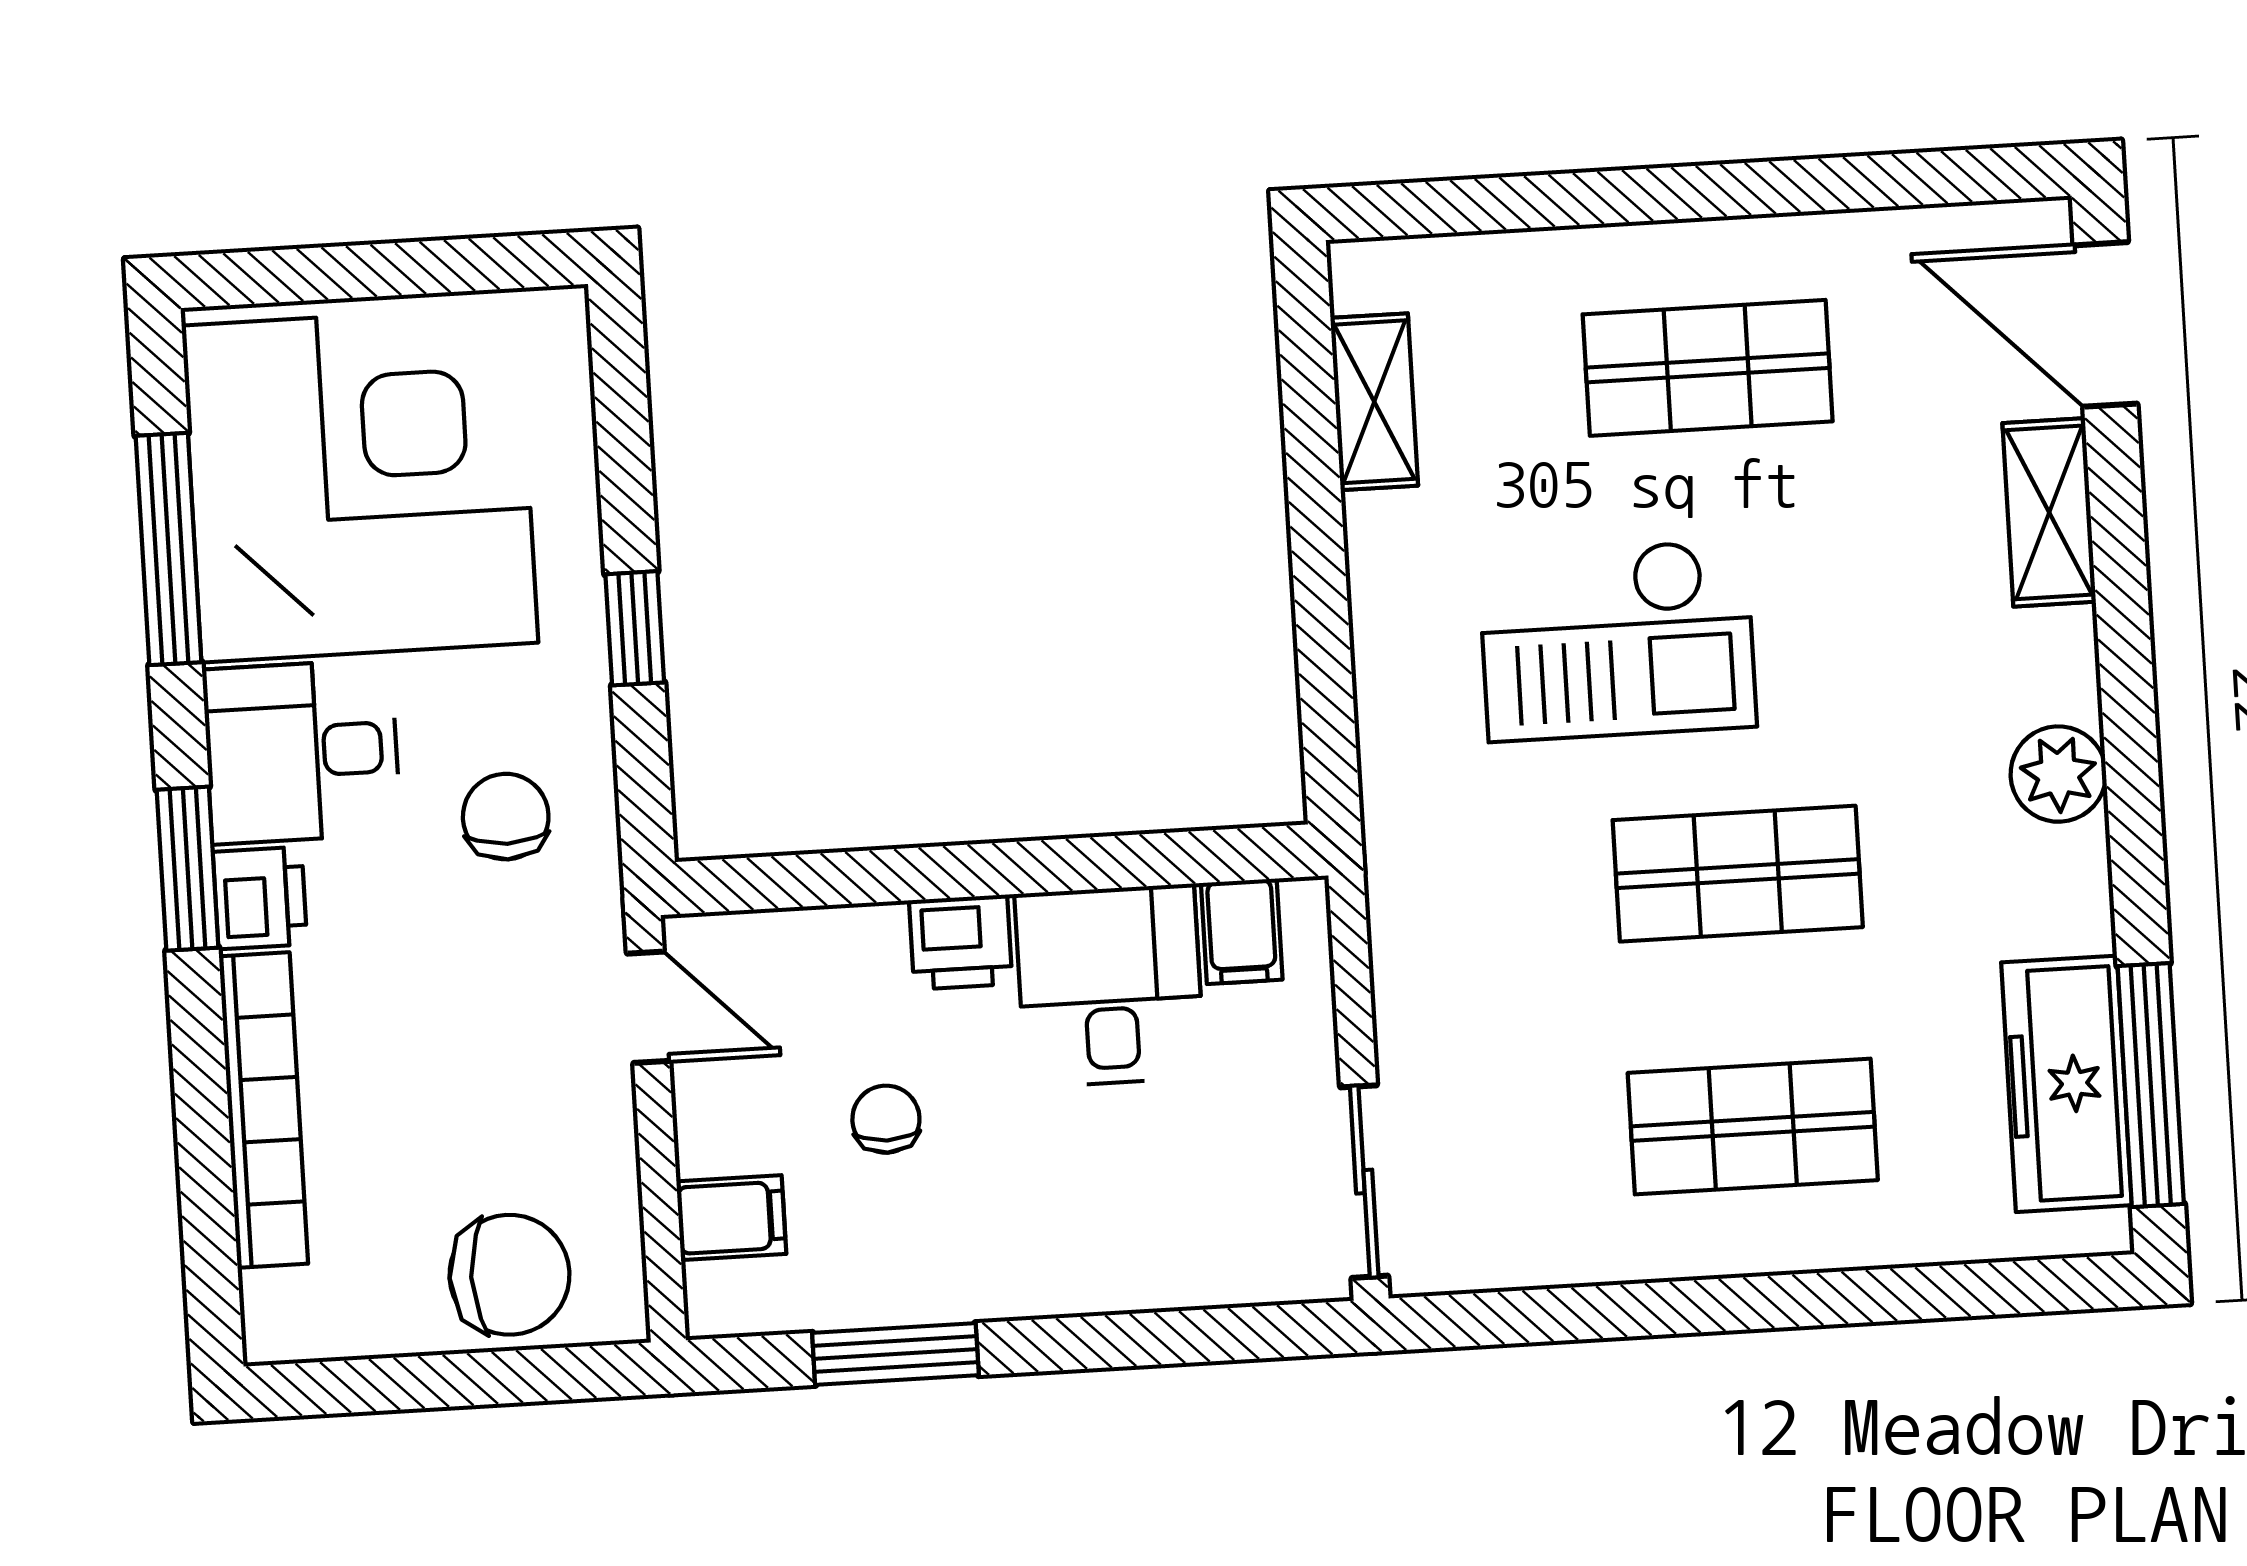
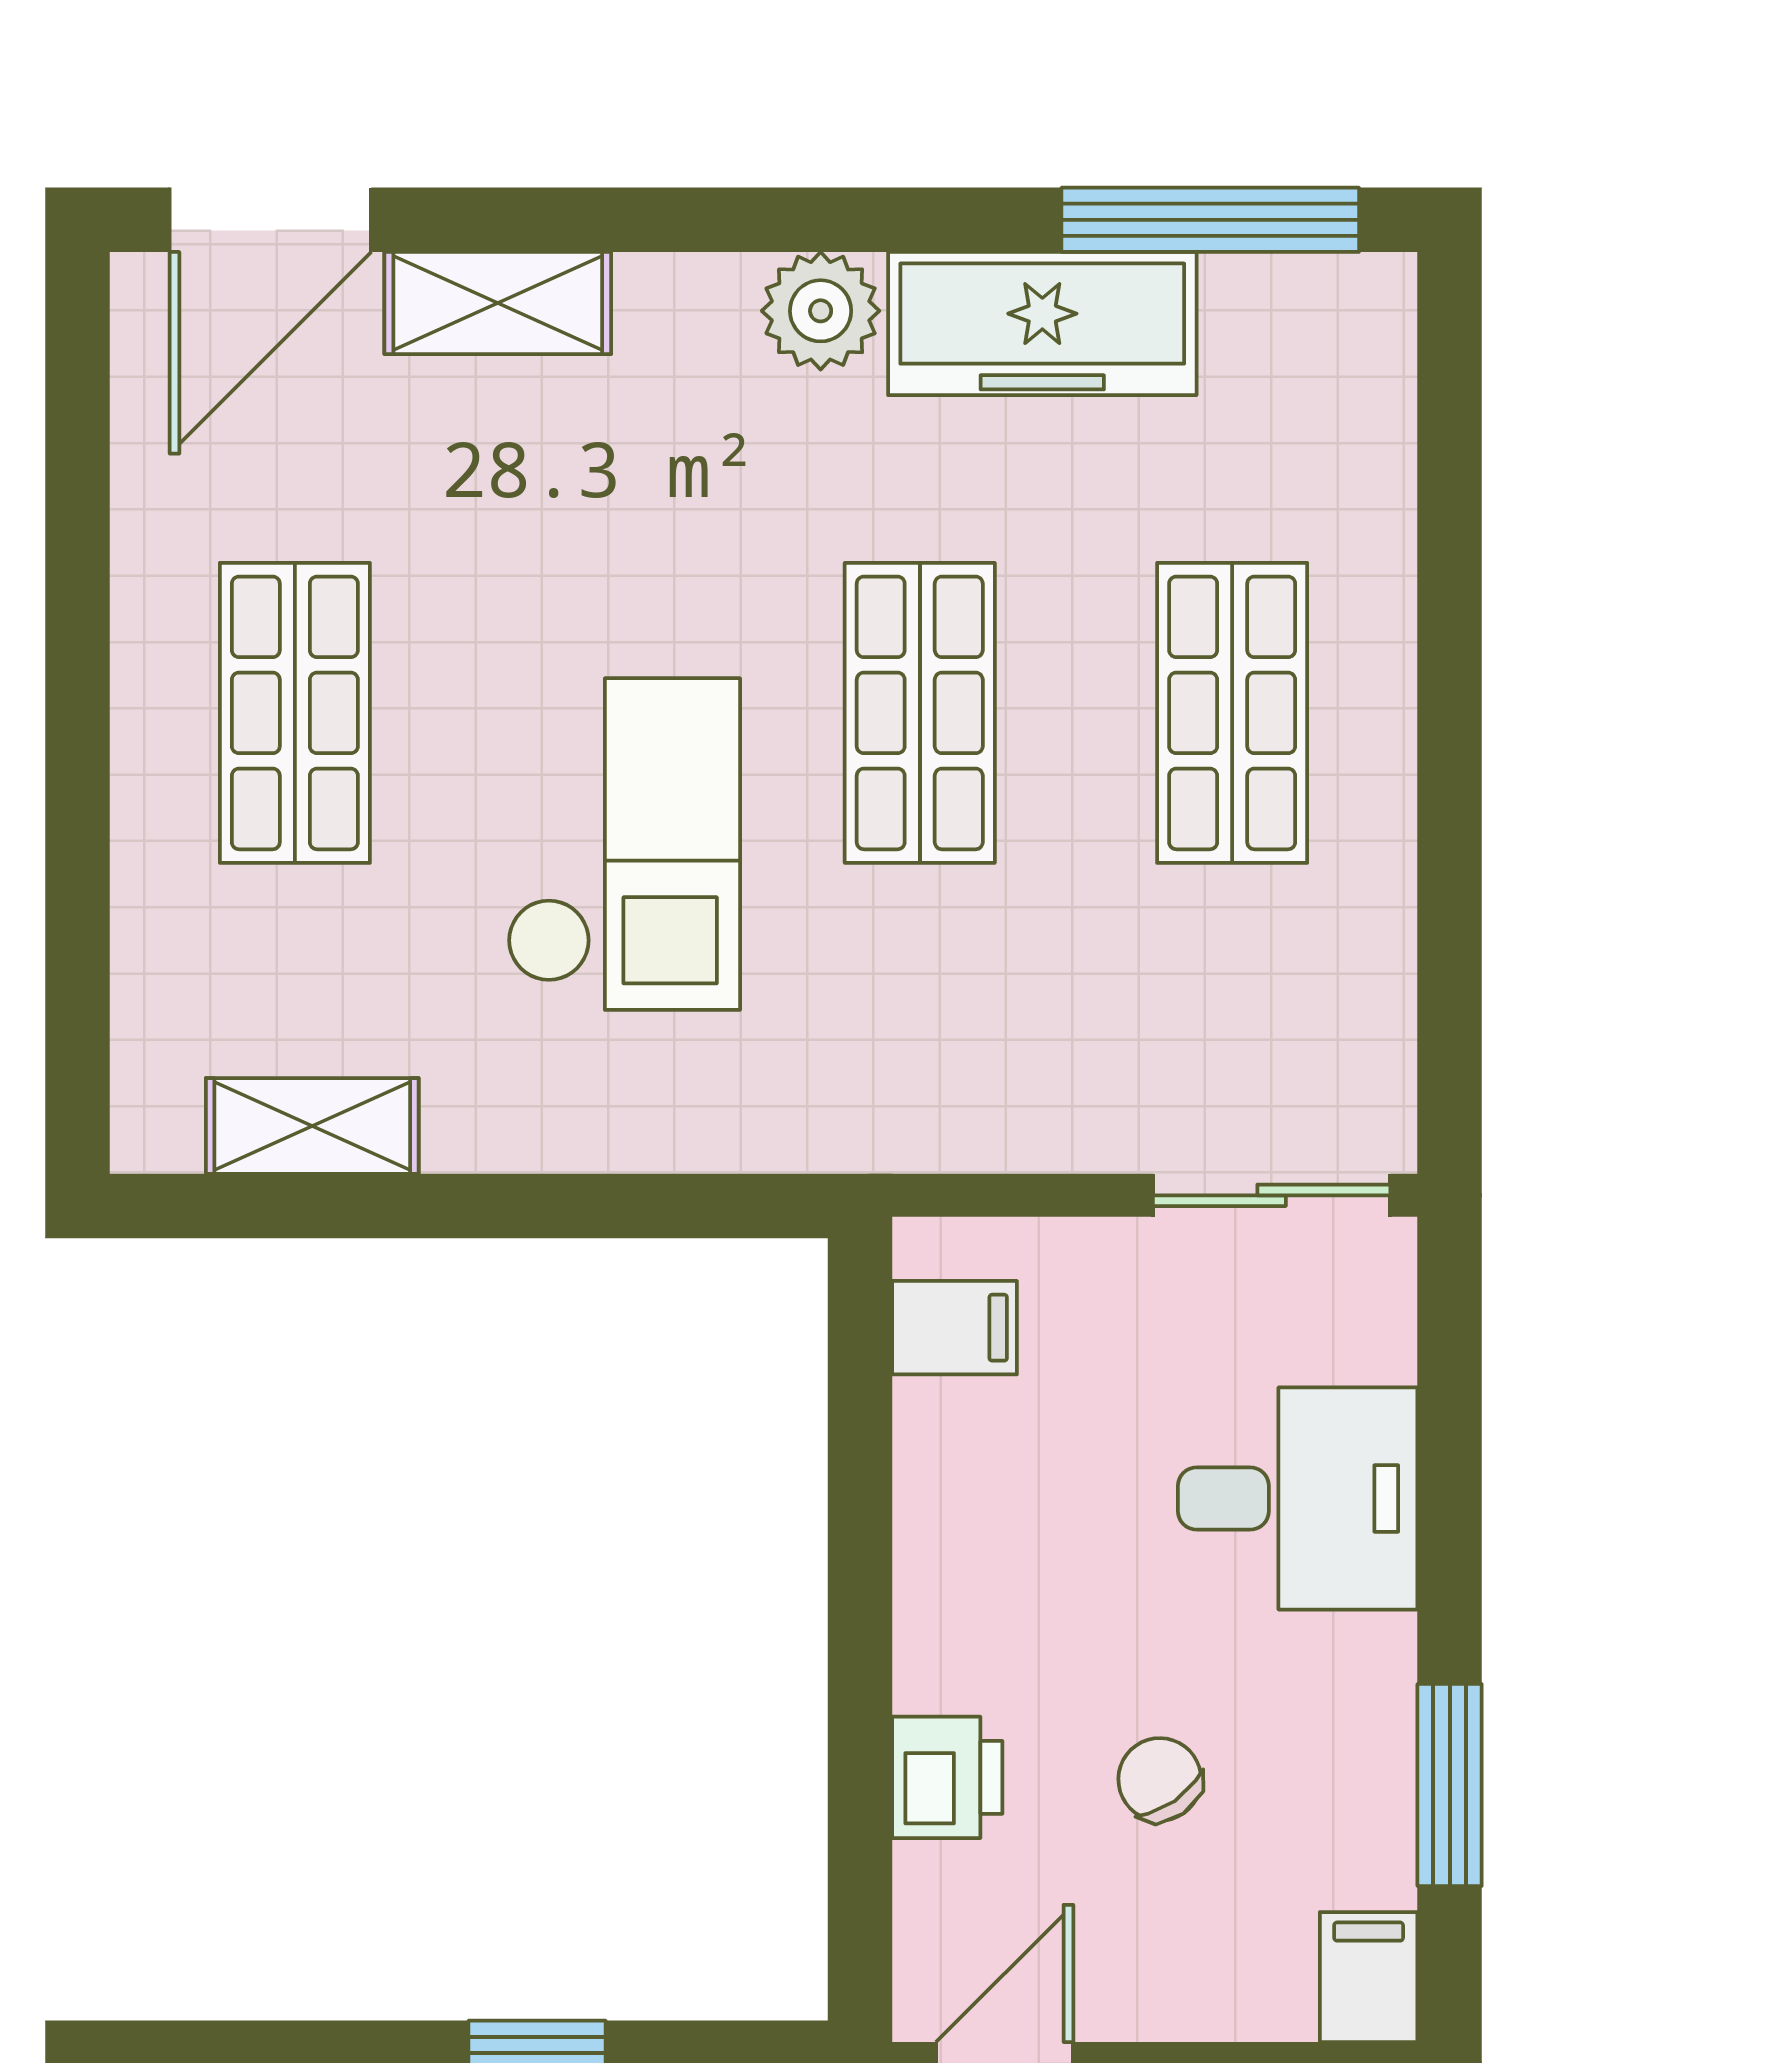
printer: (961, 942) -> (947, 1777), moved
desk: (1110, 986) -> (1298, 1498), moved, turned 180
freezer: (2066, 1084) -> (1042, 324), moved
chair: (886, 1119) -> (1160, 1779), turned 55
filing cabinet: (731, 1218) -> (1369, 1977), moved

